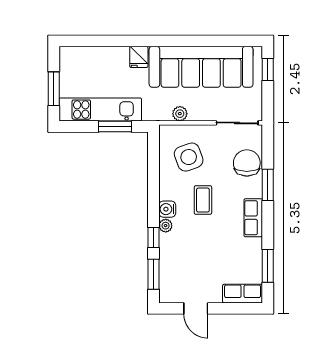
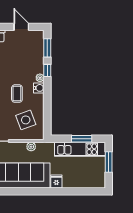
window: (115, 126) -> (82, 139), moved

